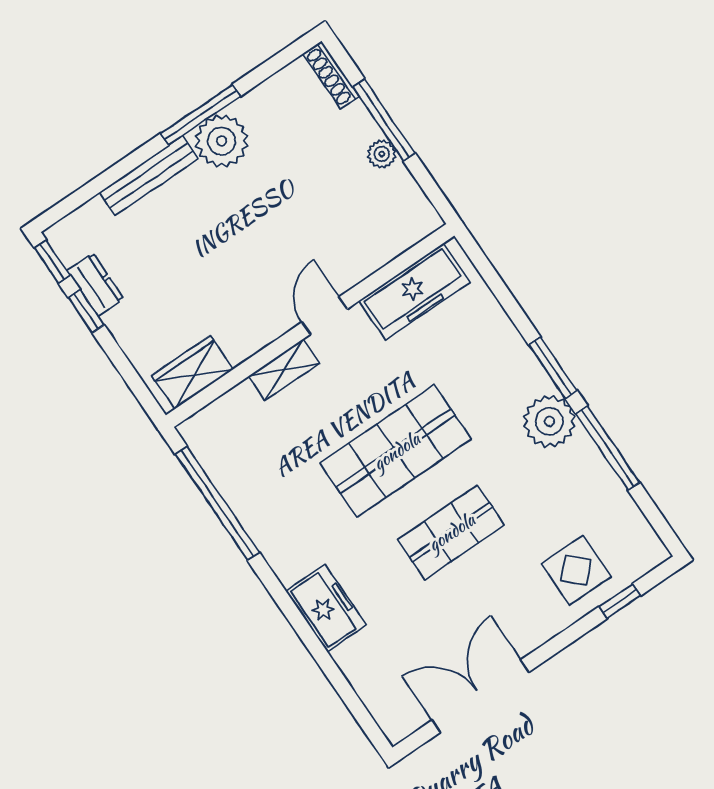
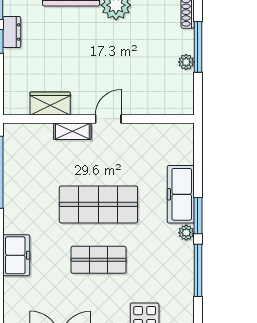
freezer: (414, 292) -> (181, 194), moved, turned 90
wardrobe: (192, 372) -> (50, 104), moved
plant: (549, 421) -> (186, 233), width x0.53, depth x0.53

